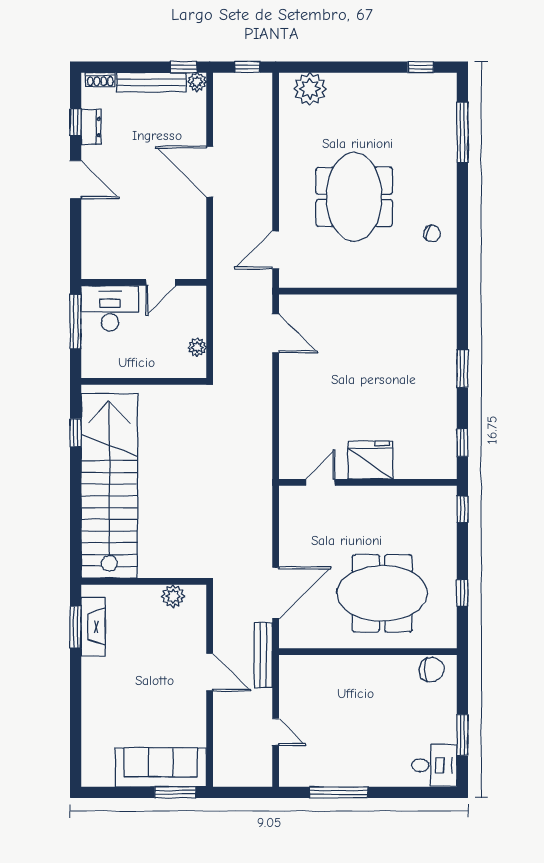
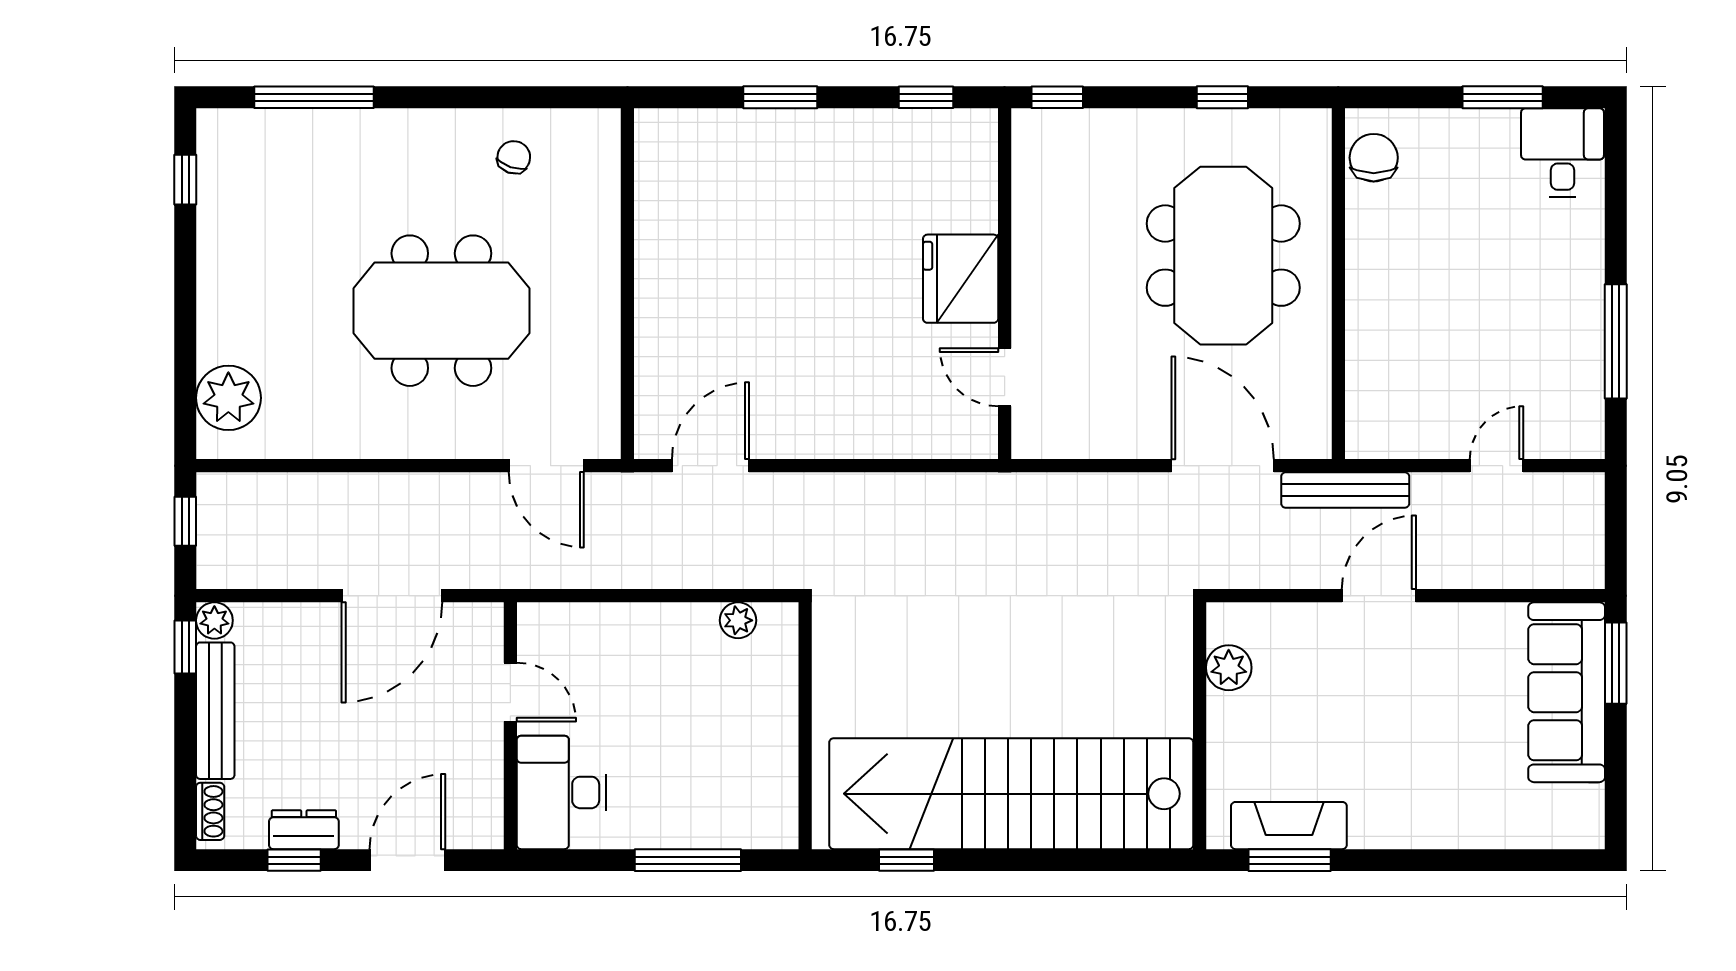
wall: (144, 282) -> (510, 726), moved
door: (161, 282) -> (510, 692), moved
desk: (110, 308) -> (562, 792), moved

